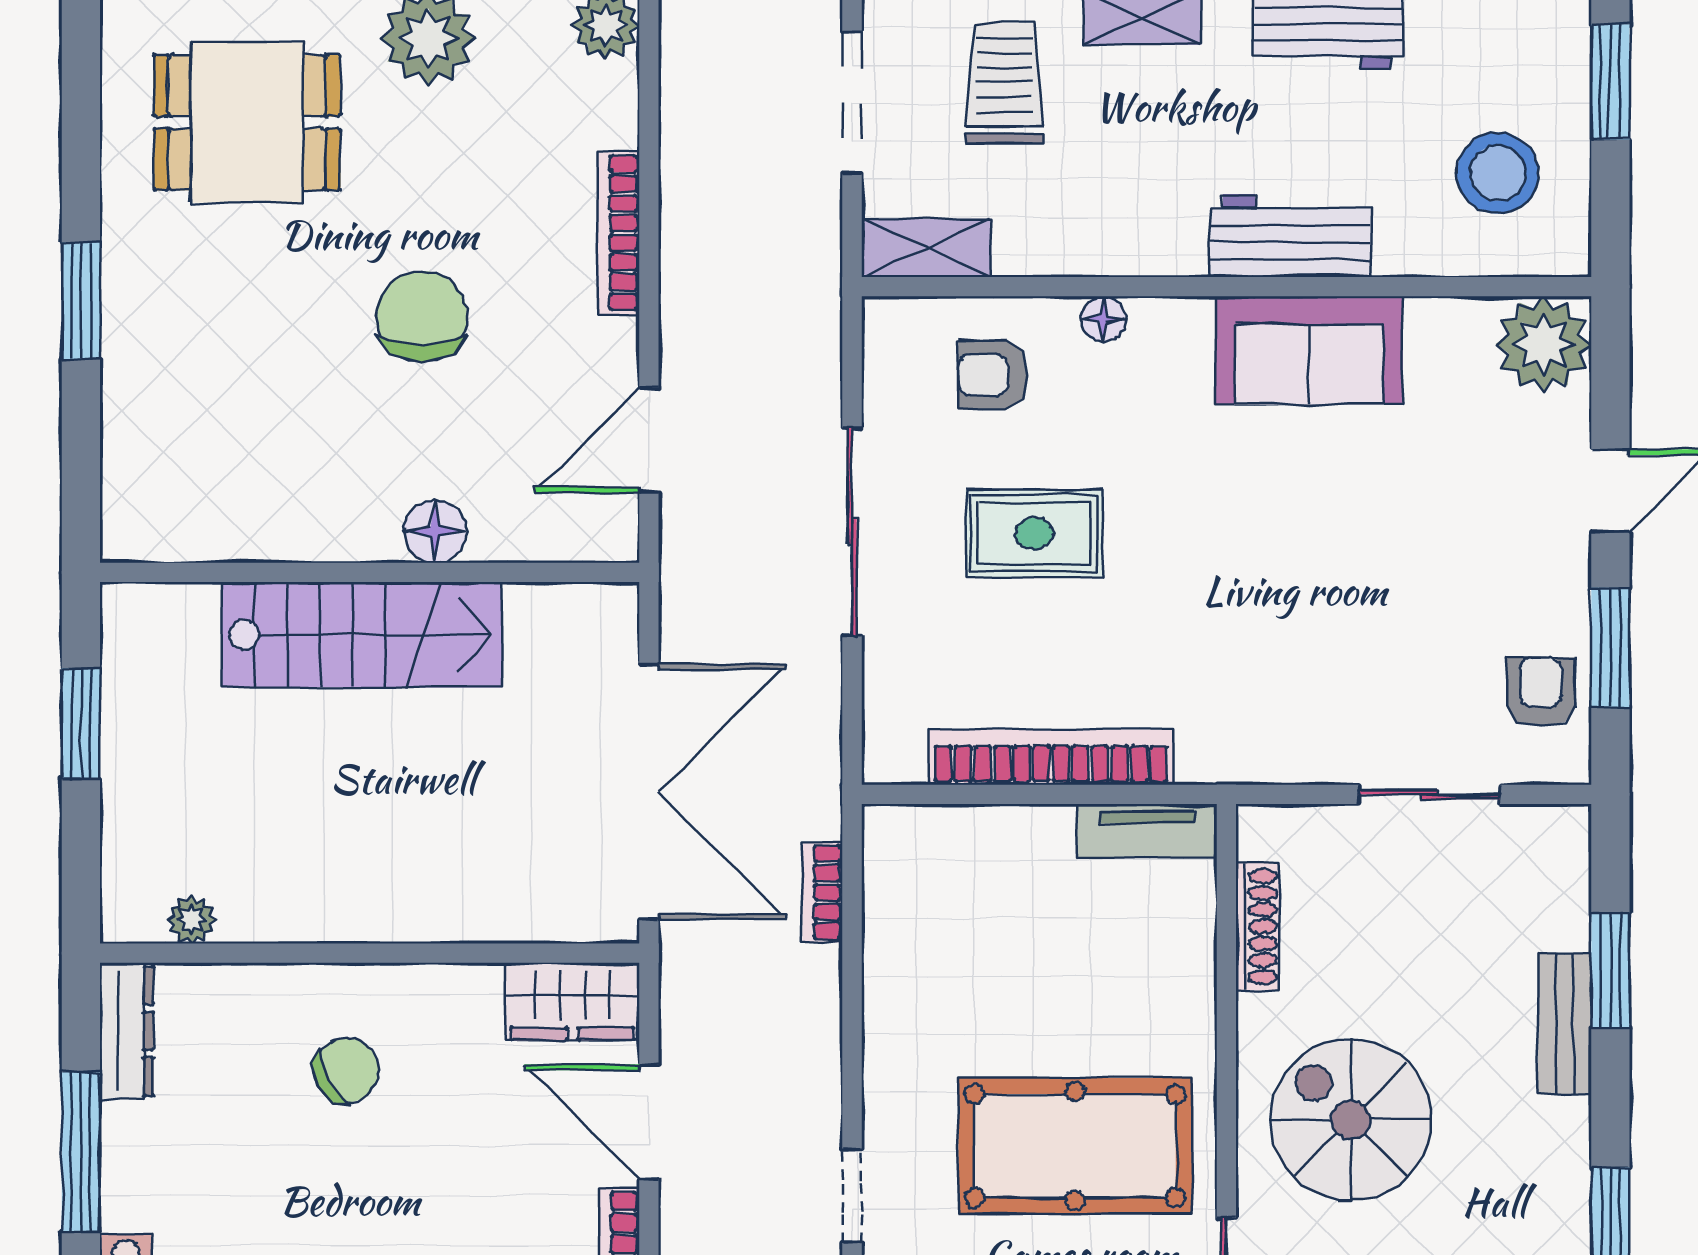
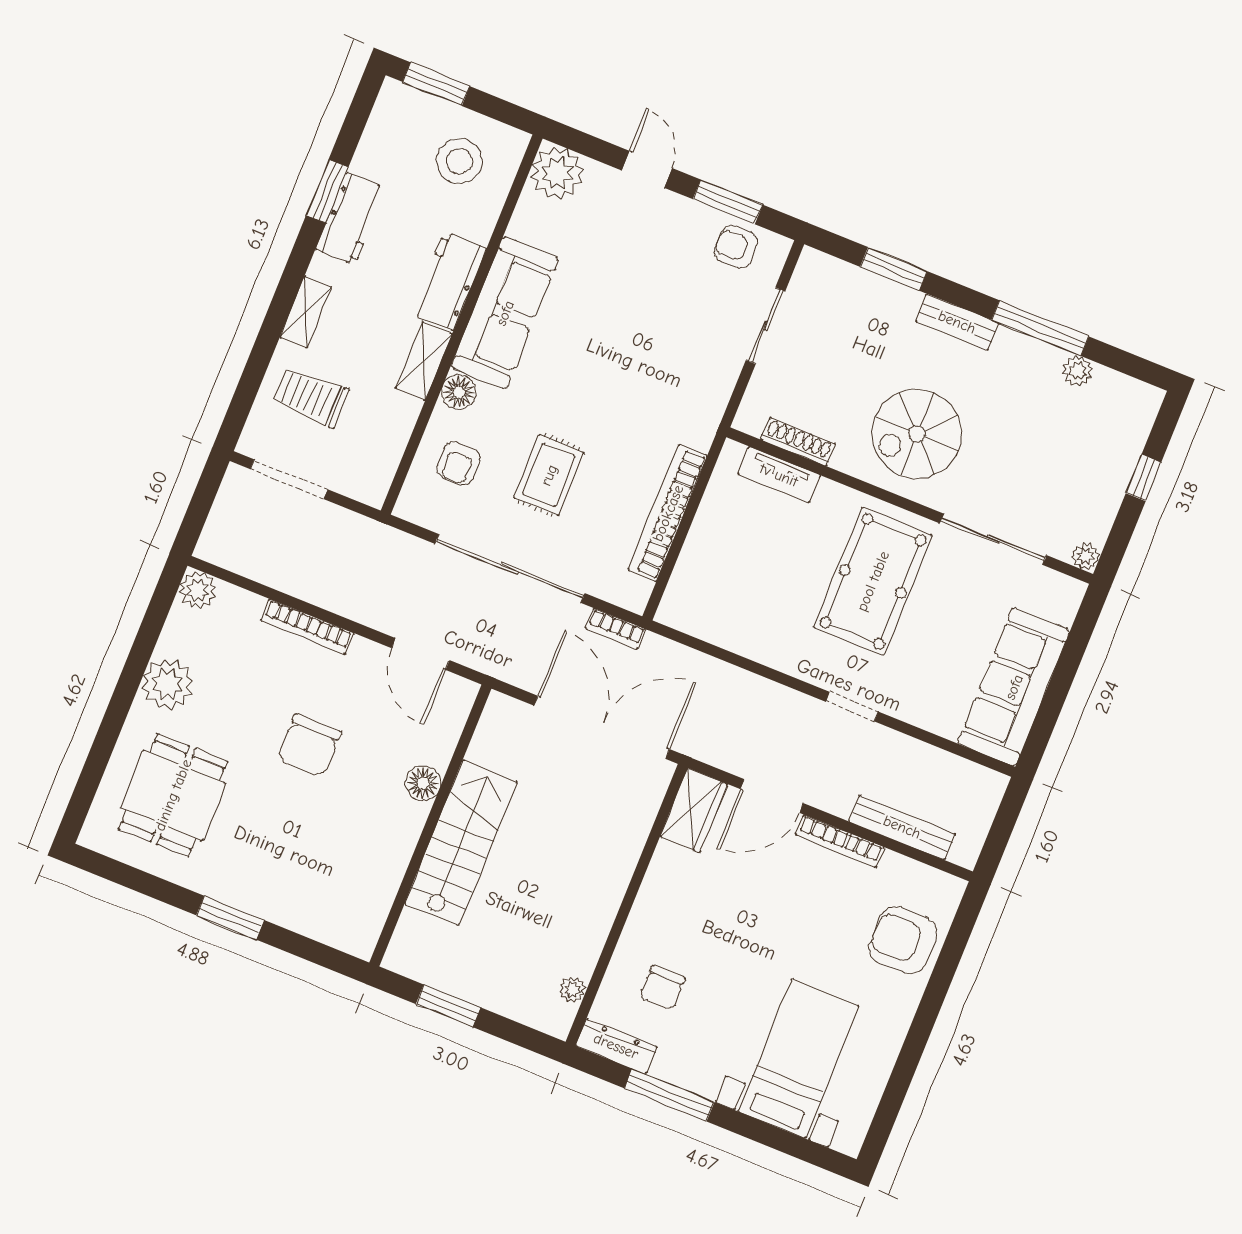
shelving: (926, 248) -> (424, 361), moved
chair: (422, 316) -> (309, 746), turned -90
floor lamp: (1103, 319) -> (459, 392), width x1.37, depth x1.37
sofa: (1309, 350) -> (505, 313), width x1.36
sliding door: (852, 531) -> (510, 568), width x1.36
tv unit: (1147, 831) -> (779, 475), moved, turned 90
bookcase: (822, 892) -> (616, 629), moved
bench: (1564, 1024) -> (957, 322), moved
chair: (346, 1070) -> (663, 988), moved, turned -151

